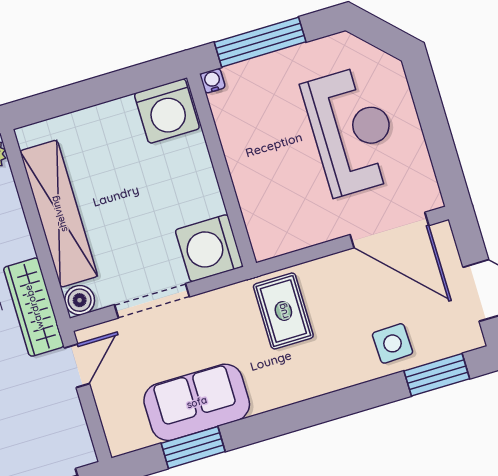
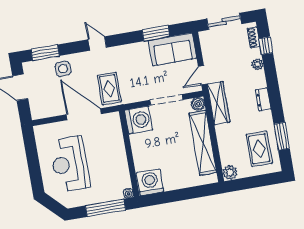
door: (389, 230) -> (84, 114), moved
sofa: (197, 402) -> (173, 49), moved
door: (322, 409) -> (97, 44), added

